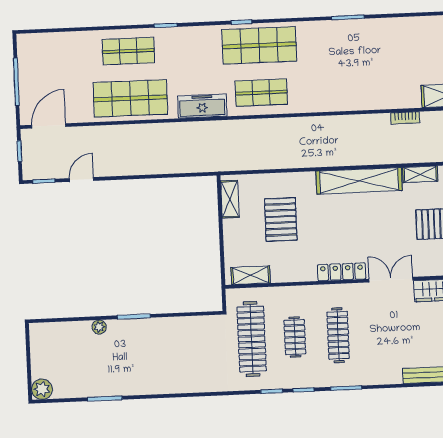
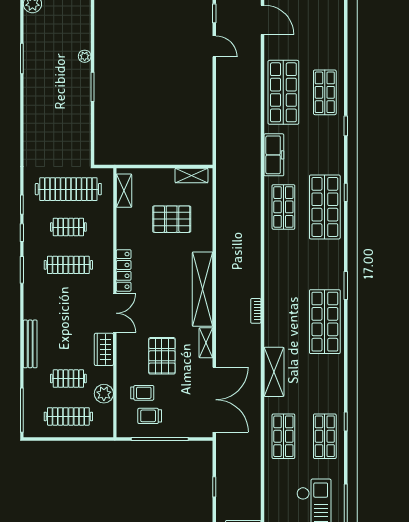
shop shelf: (390, 40) -> (325, 322), added
bookcase: (405, 118) -> (256, 311), moved

